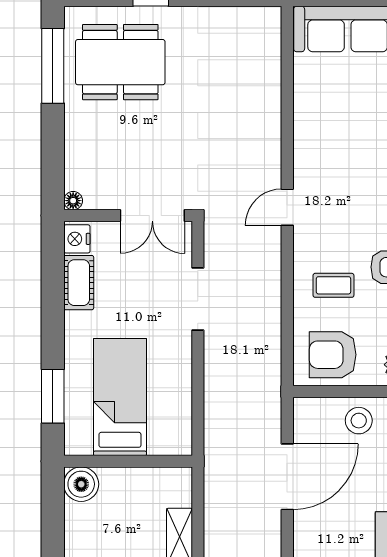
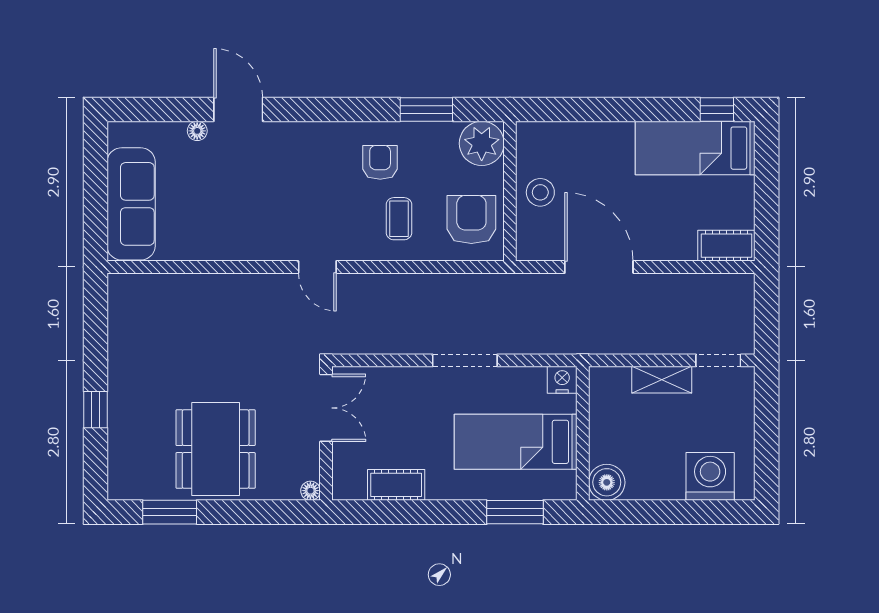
dining table: (120, 62) -> (216, 449), moved
window: (53, 66) -> (170, 512), width x0.69
nightstand: (77, 239) -> (562, 380), moved, turned 180
doorway: (198, 299) -> (465, 360), moved
armchair: (333, 355) -> (471, 220), turned 180

